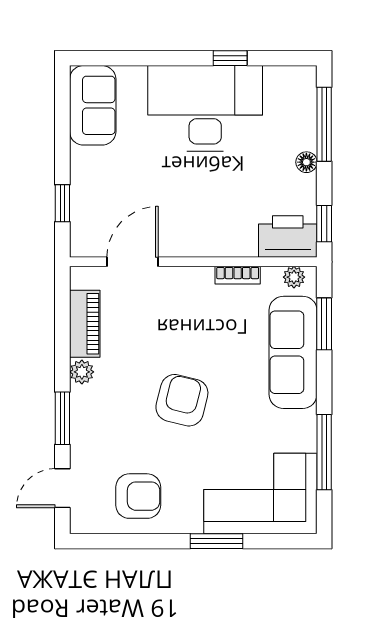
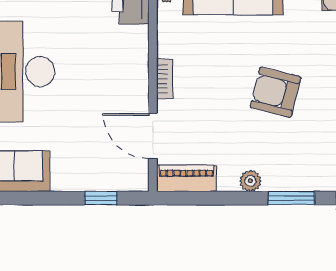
bookcase: (238, 275) -> (165, 79), moved
piano: (85, 324) -> (187, 178), moved

